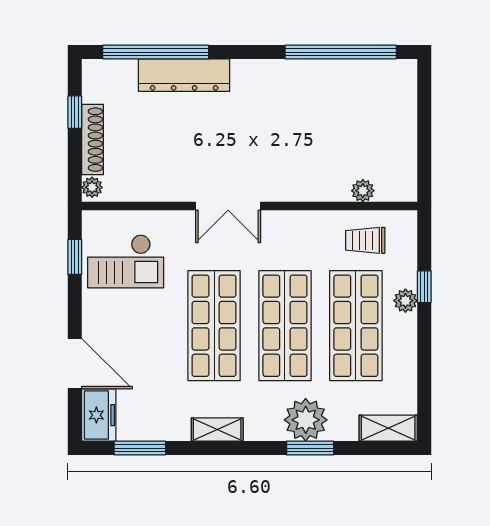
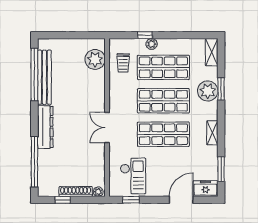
bench: (335, 73) -> (44, 77), added
dresser: (184, 75) -> (45, 127), moved
plant: (363, 191) -> (95, 59), width x1.87, depth x1.87
double door: (228, 206) -> (107, 128), swing flipped

